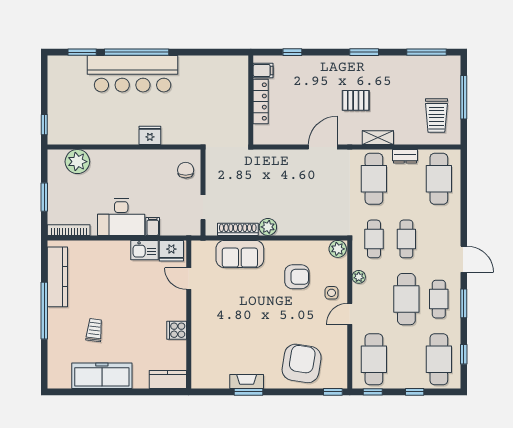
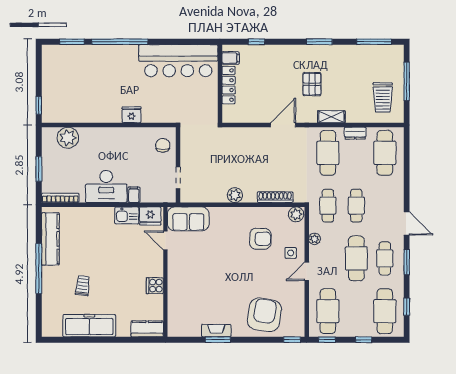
bar counter: (133, 74) -> (178, 61), moved
pallet: (356, 100) -> (312, 84), turned 90
shoe rack: (238, 229) -> (275, 197), moved
sofa: (240, 254) -> (188, 219), moved

